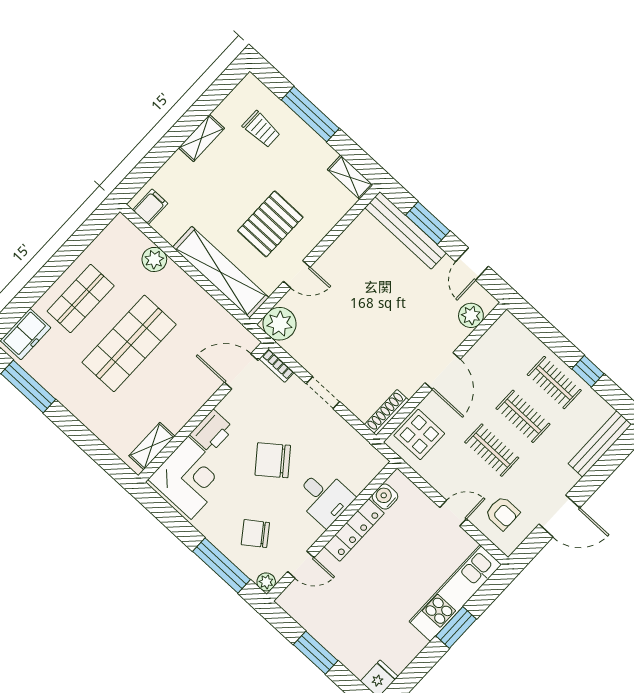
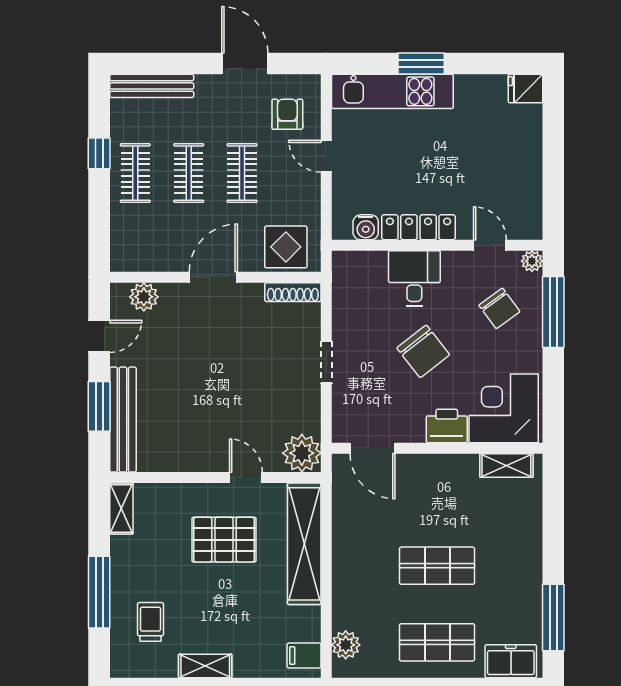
plant: (154, 259) -> (346, 645), moved
shop shelf: (129, 343) -> (437, 566), width x0.70, depth x0.74
bookcase: (277, 366) -> (340, 423), removed
window: (316, 653) -> (553, 163), removed

